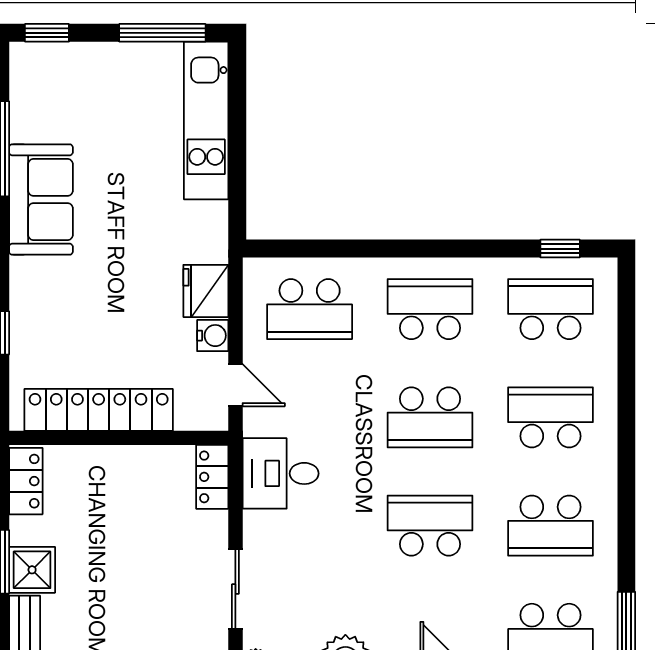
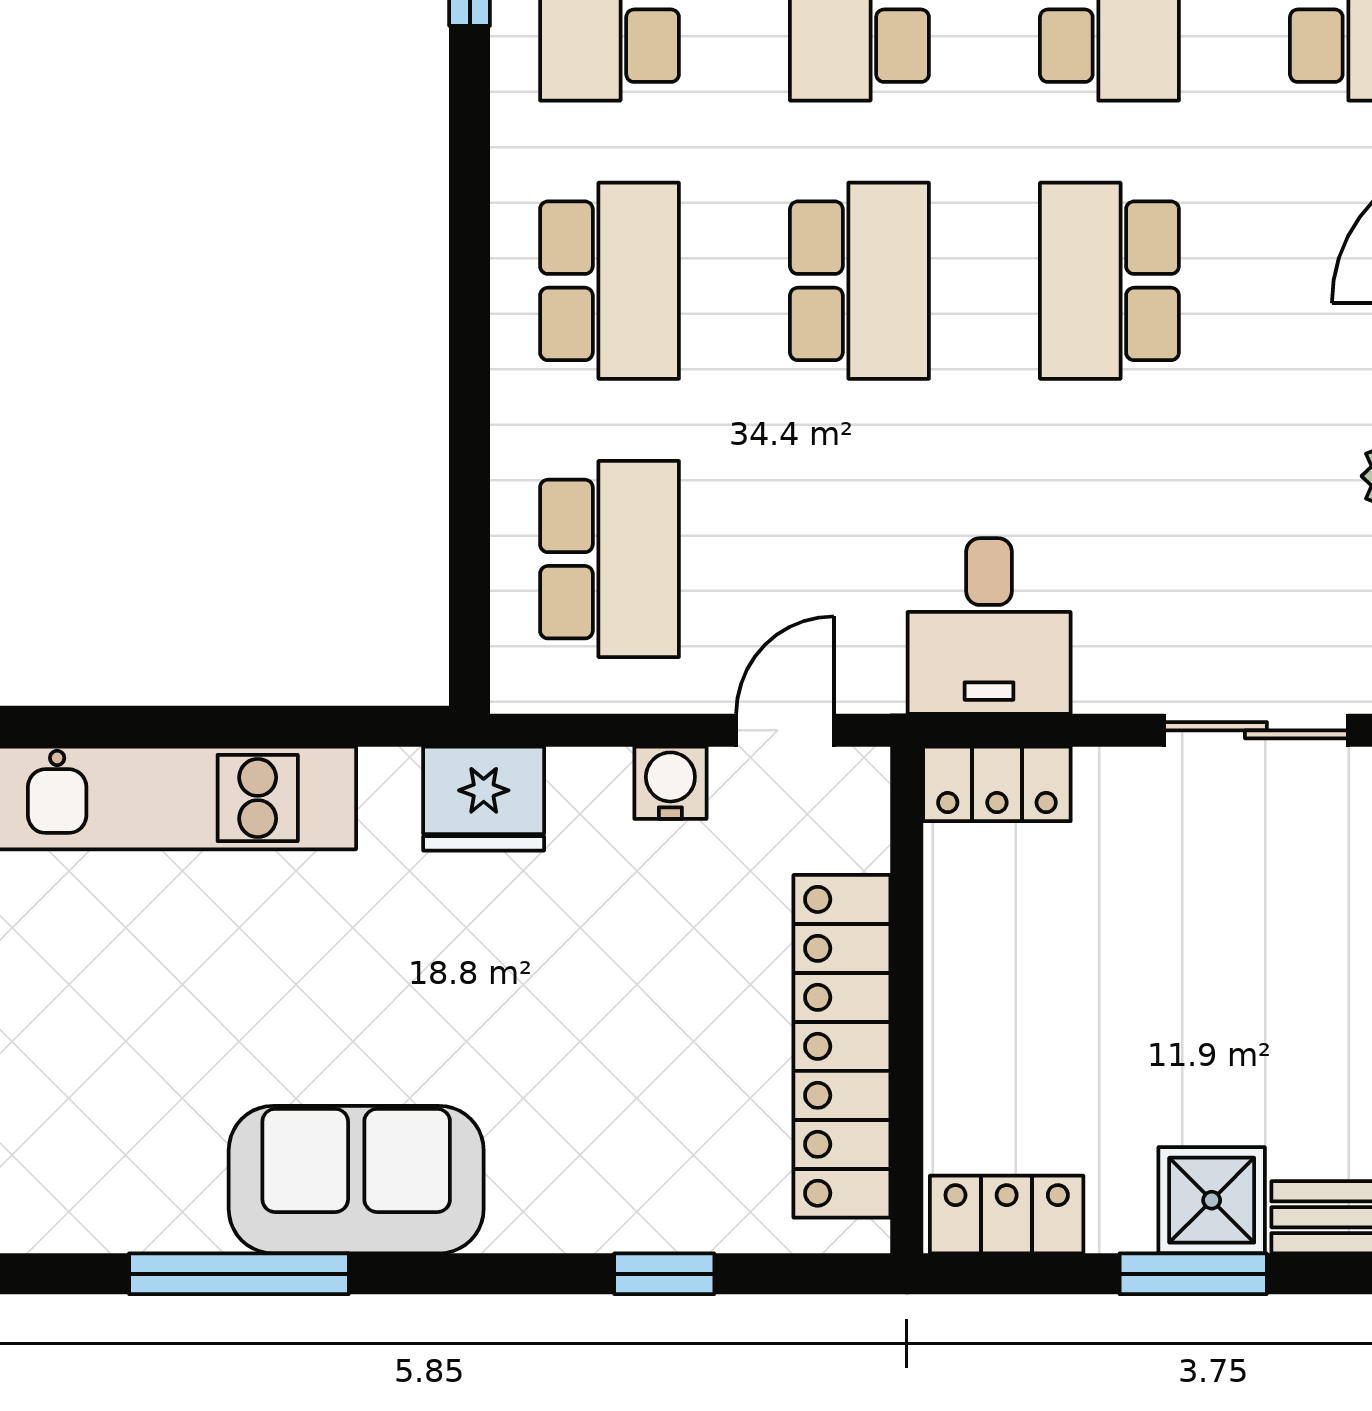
fridge: (206, 291) -> (484, 799), moved
school desk: (430, 309) -> (609, 281), turned 180

